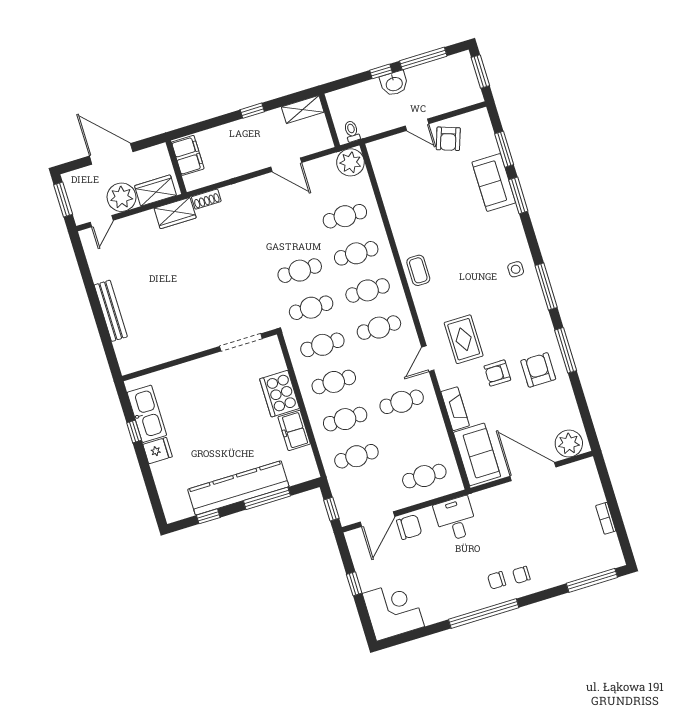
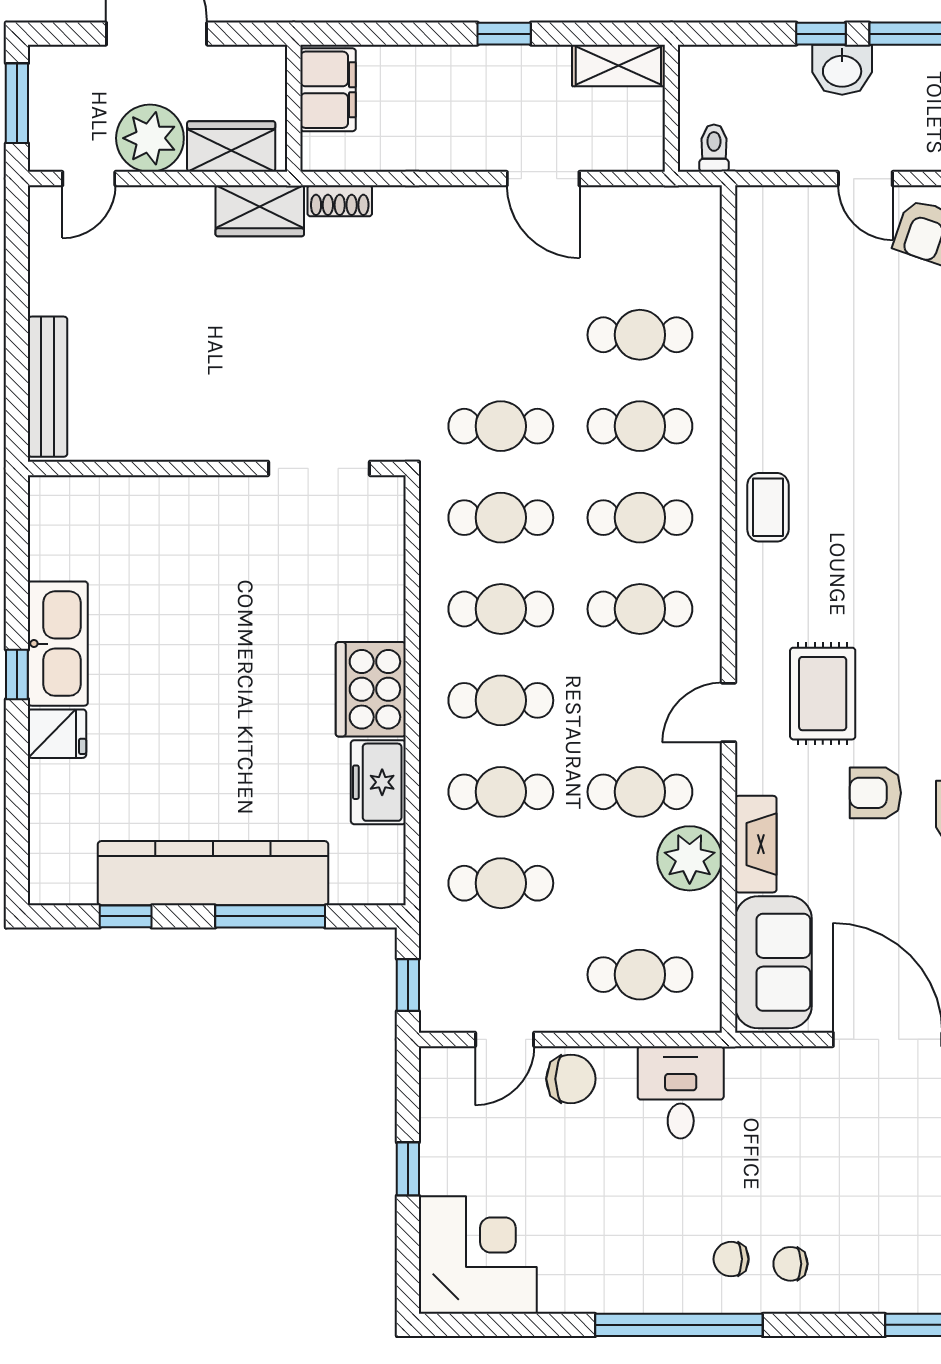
plant: (350, 162) -> (690, 858), moved
doorway: (241, 342) -> (319, 468), moved
wall: (199, 355) -> (217, 468), moved
door: (377, 519) -> (505, 1039), width x0.73

